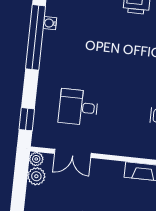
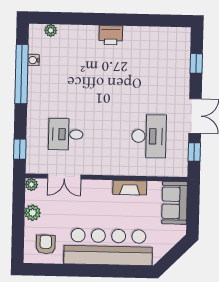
plant: (36, 176) -> (33, 213), moved

